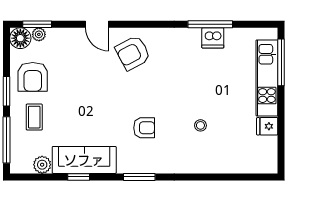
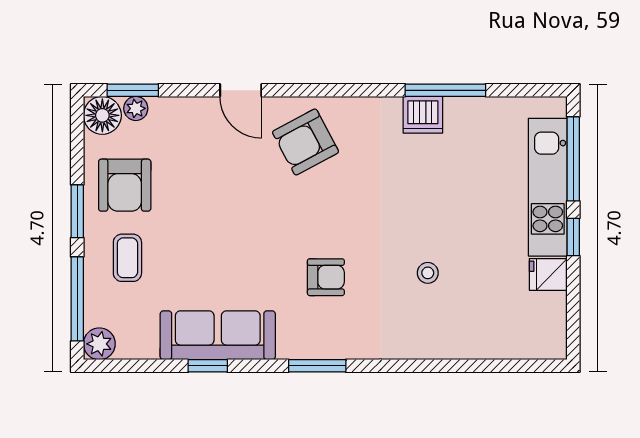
dishwasher: (213, 38) -> (423, 115), moved
window: (281, 106) -> (573, 237), added
plant: (42, 165) -> (99, 344), moved

